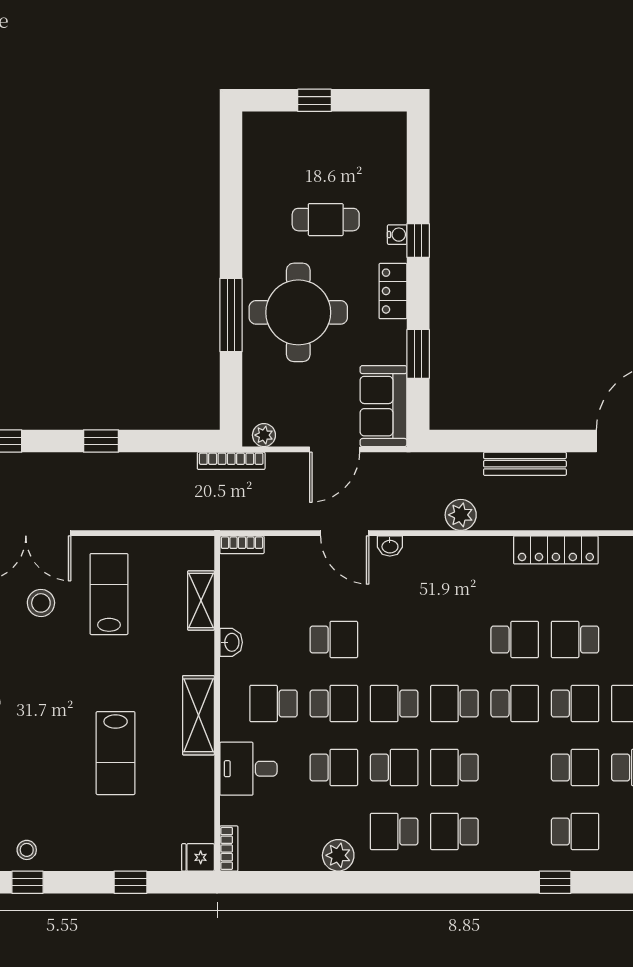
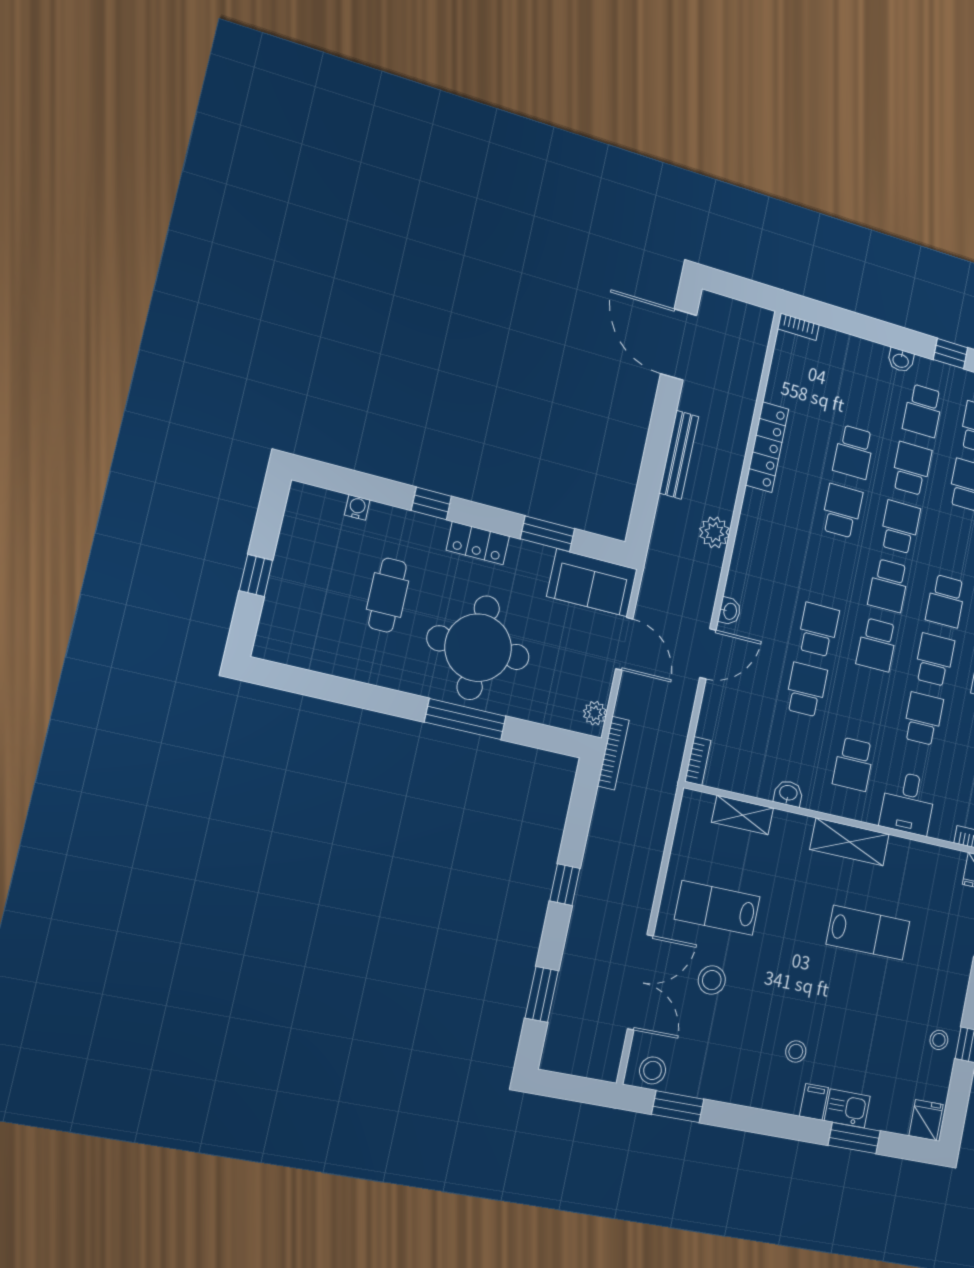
water cooler: (397, 235) -> (357, 507), moved
school desk: (334, 703) -> (818, 630), moved

